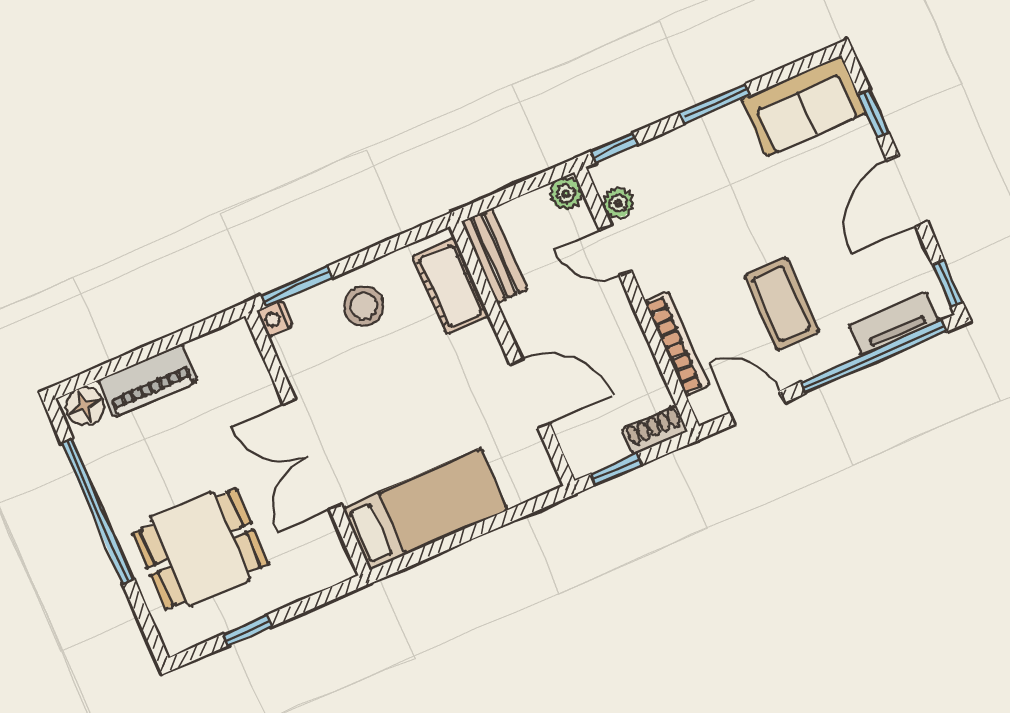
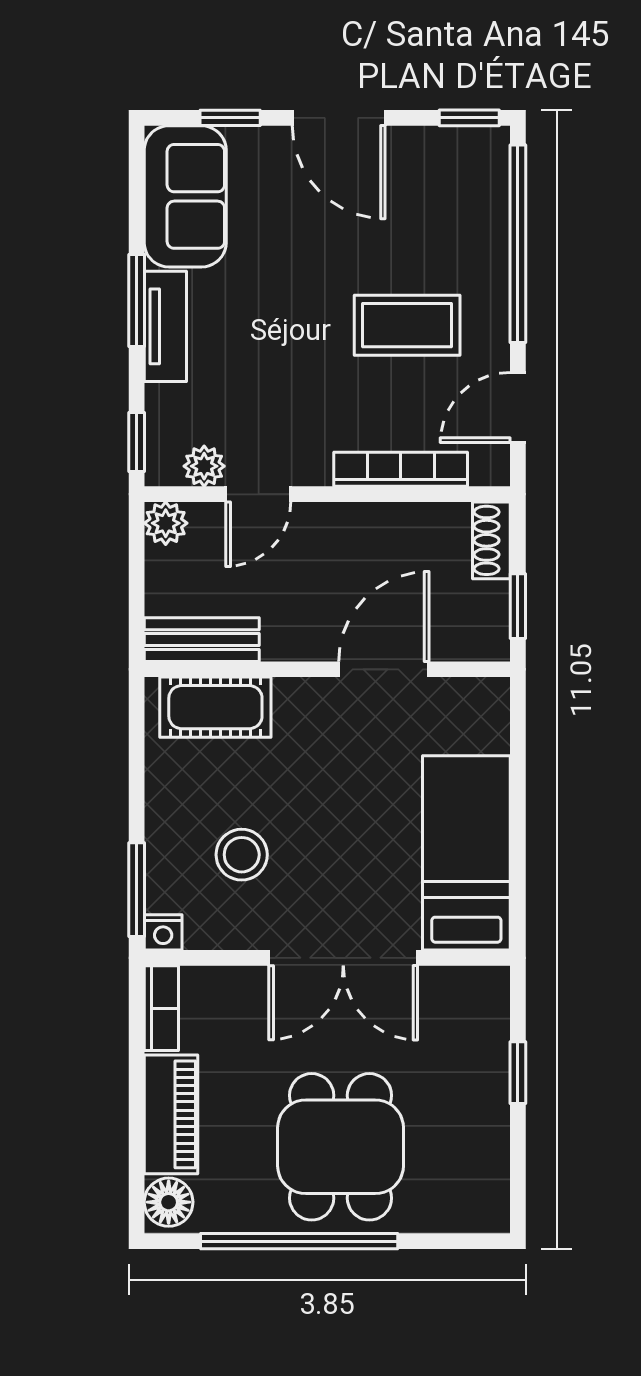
stool: (364, 306) -> (242, 855), moved
tv unit: (894, 324) -> (165, 326), moved, turned 180
bookcase: (220, 341) -> (161, 1008), added
dining table: (201, 549) -> (341, 1147), moved
window: (248, 630) -> (518, 1073), moved

